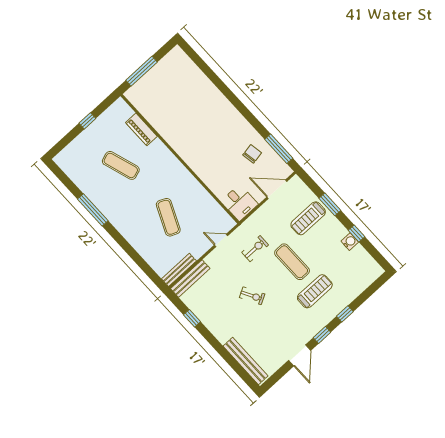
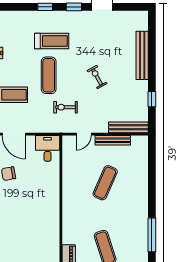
door: (221, 240) -> (84, 134), hinge flipped
bench: (179, 270) -> (113, 140), moved
treadmill: (315, 291) -> (52, 41), turned 180
bench: (246, 361) -> (142, 55), moved

